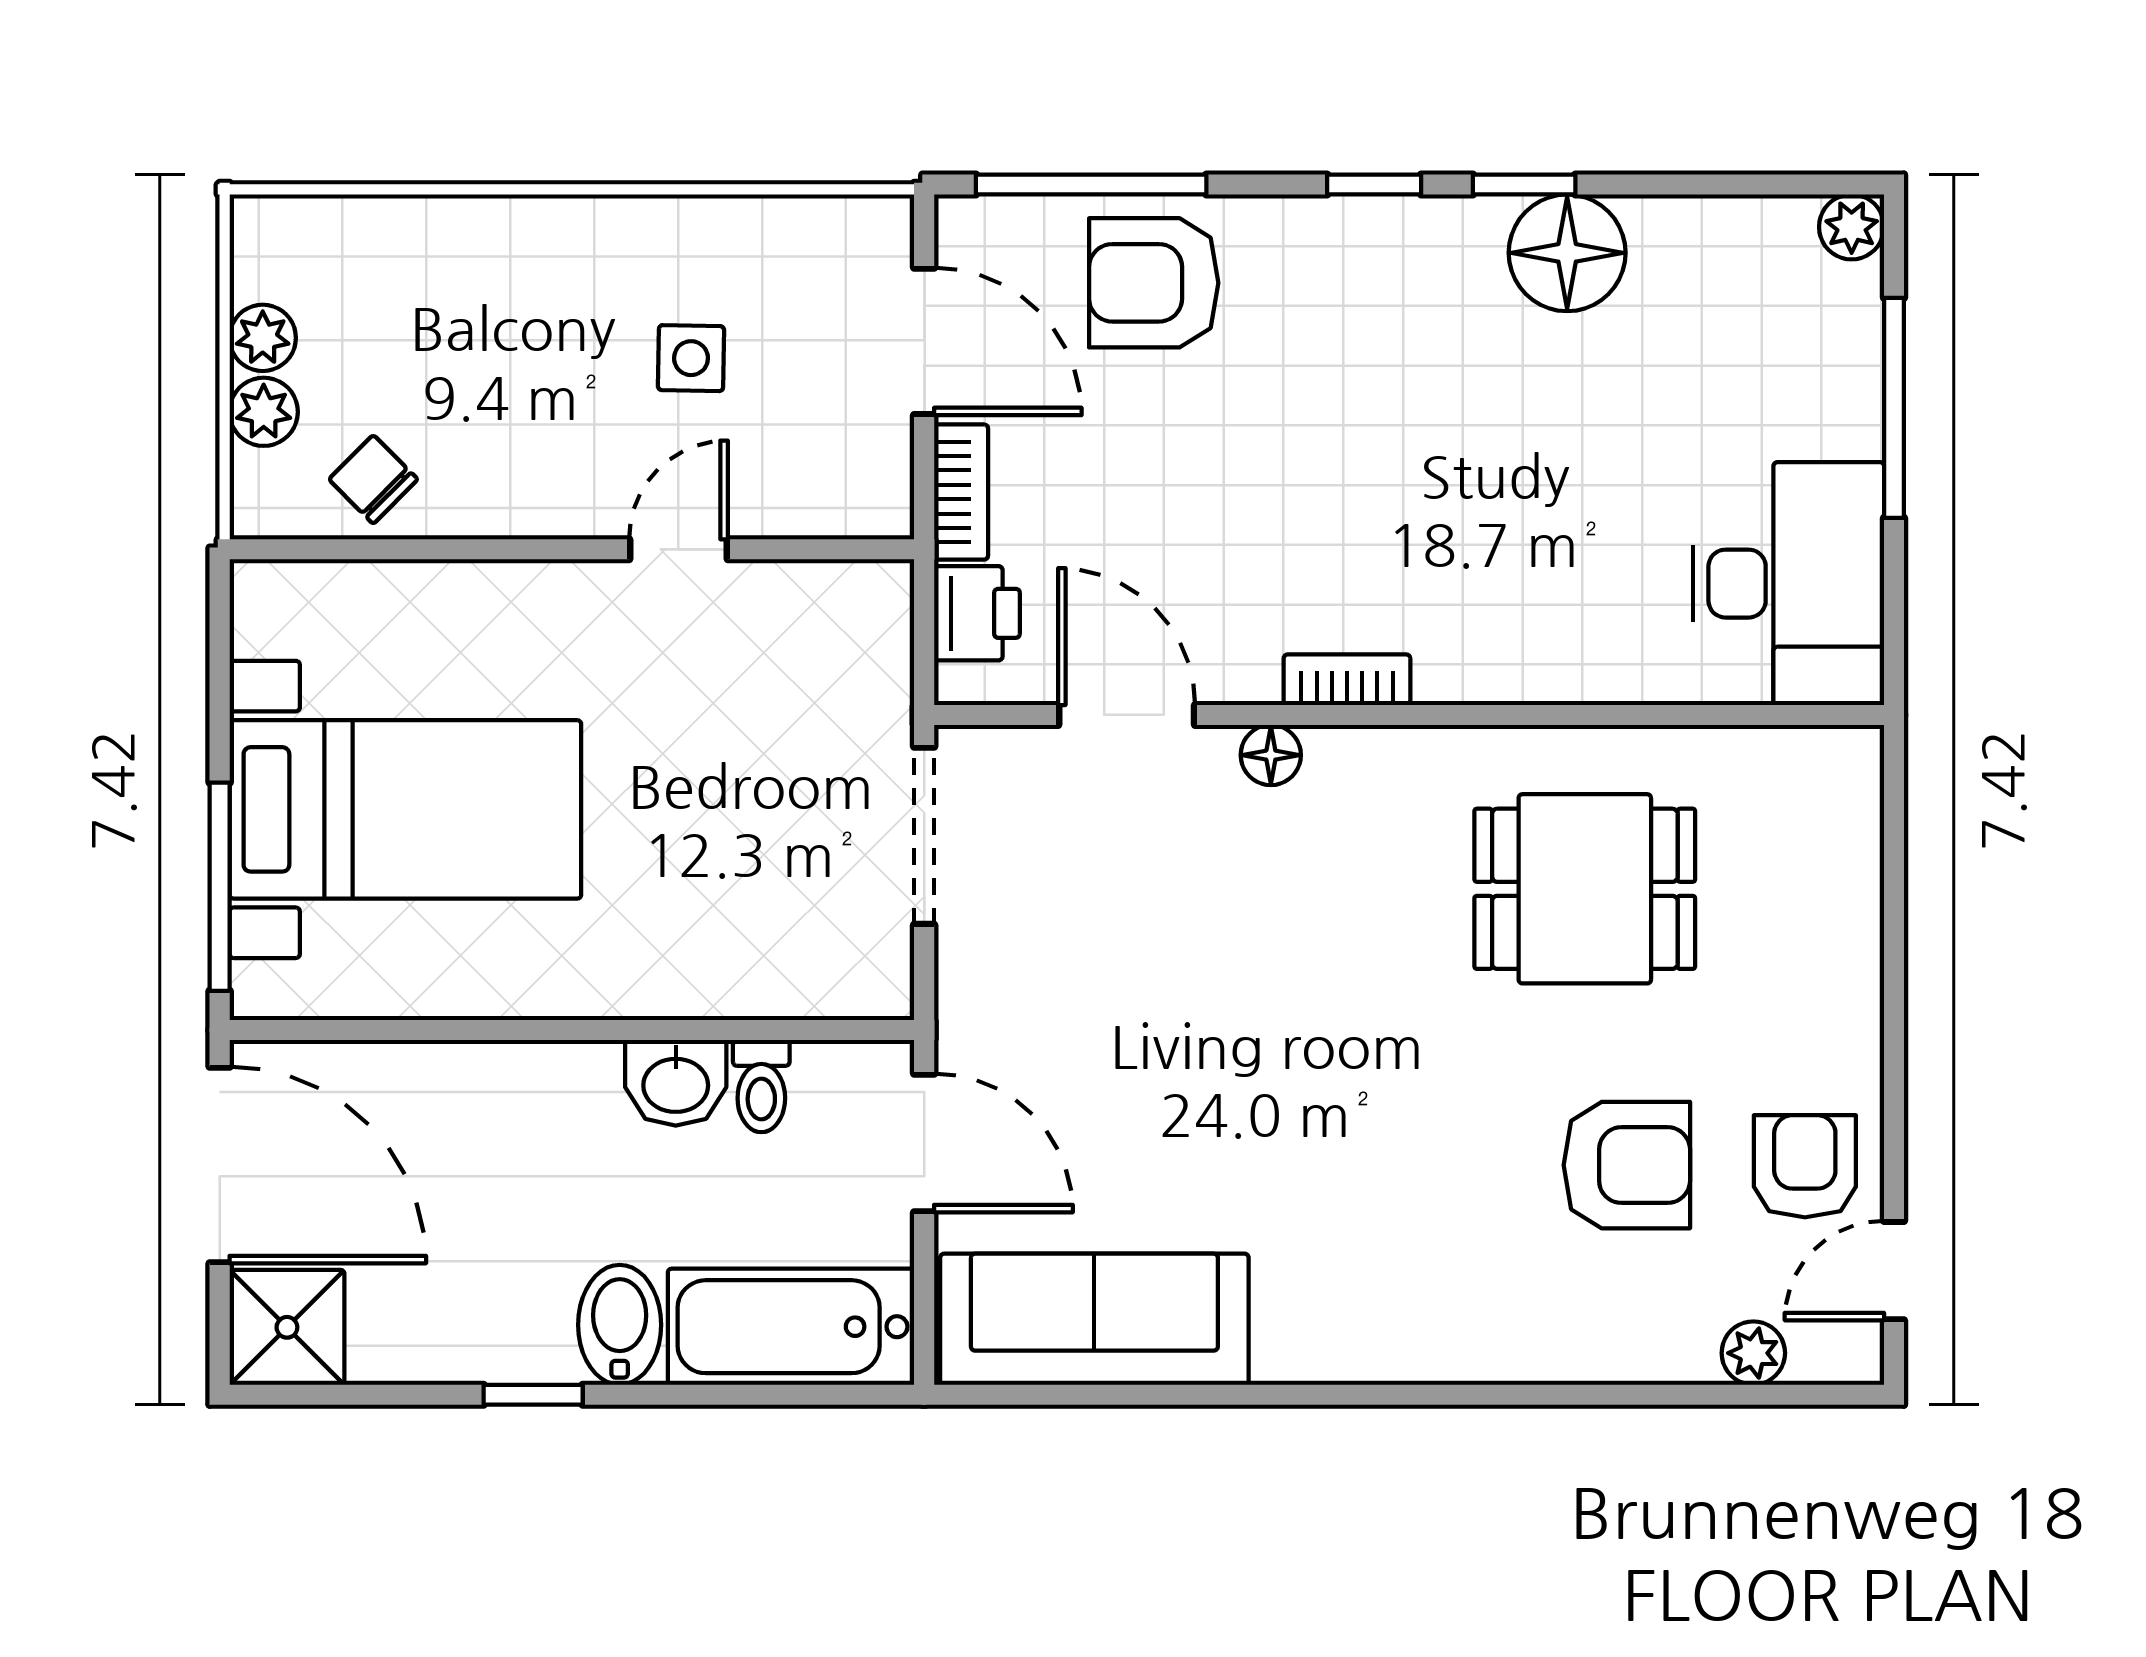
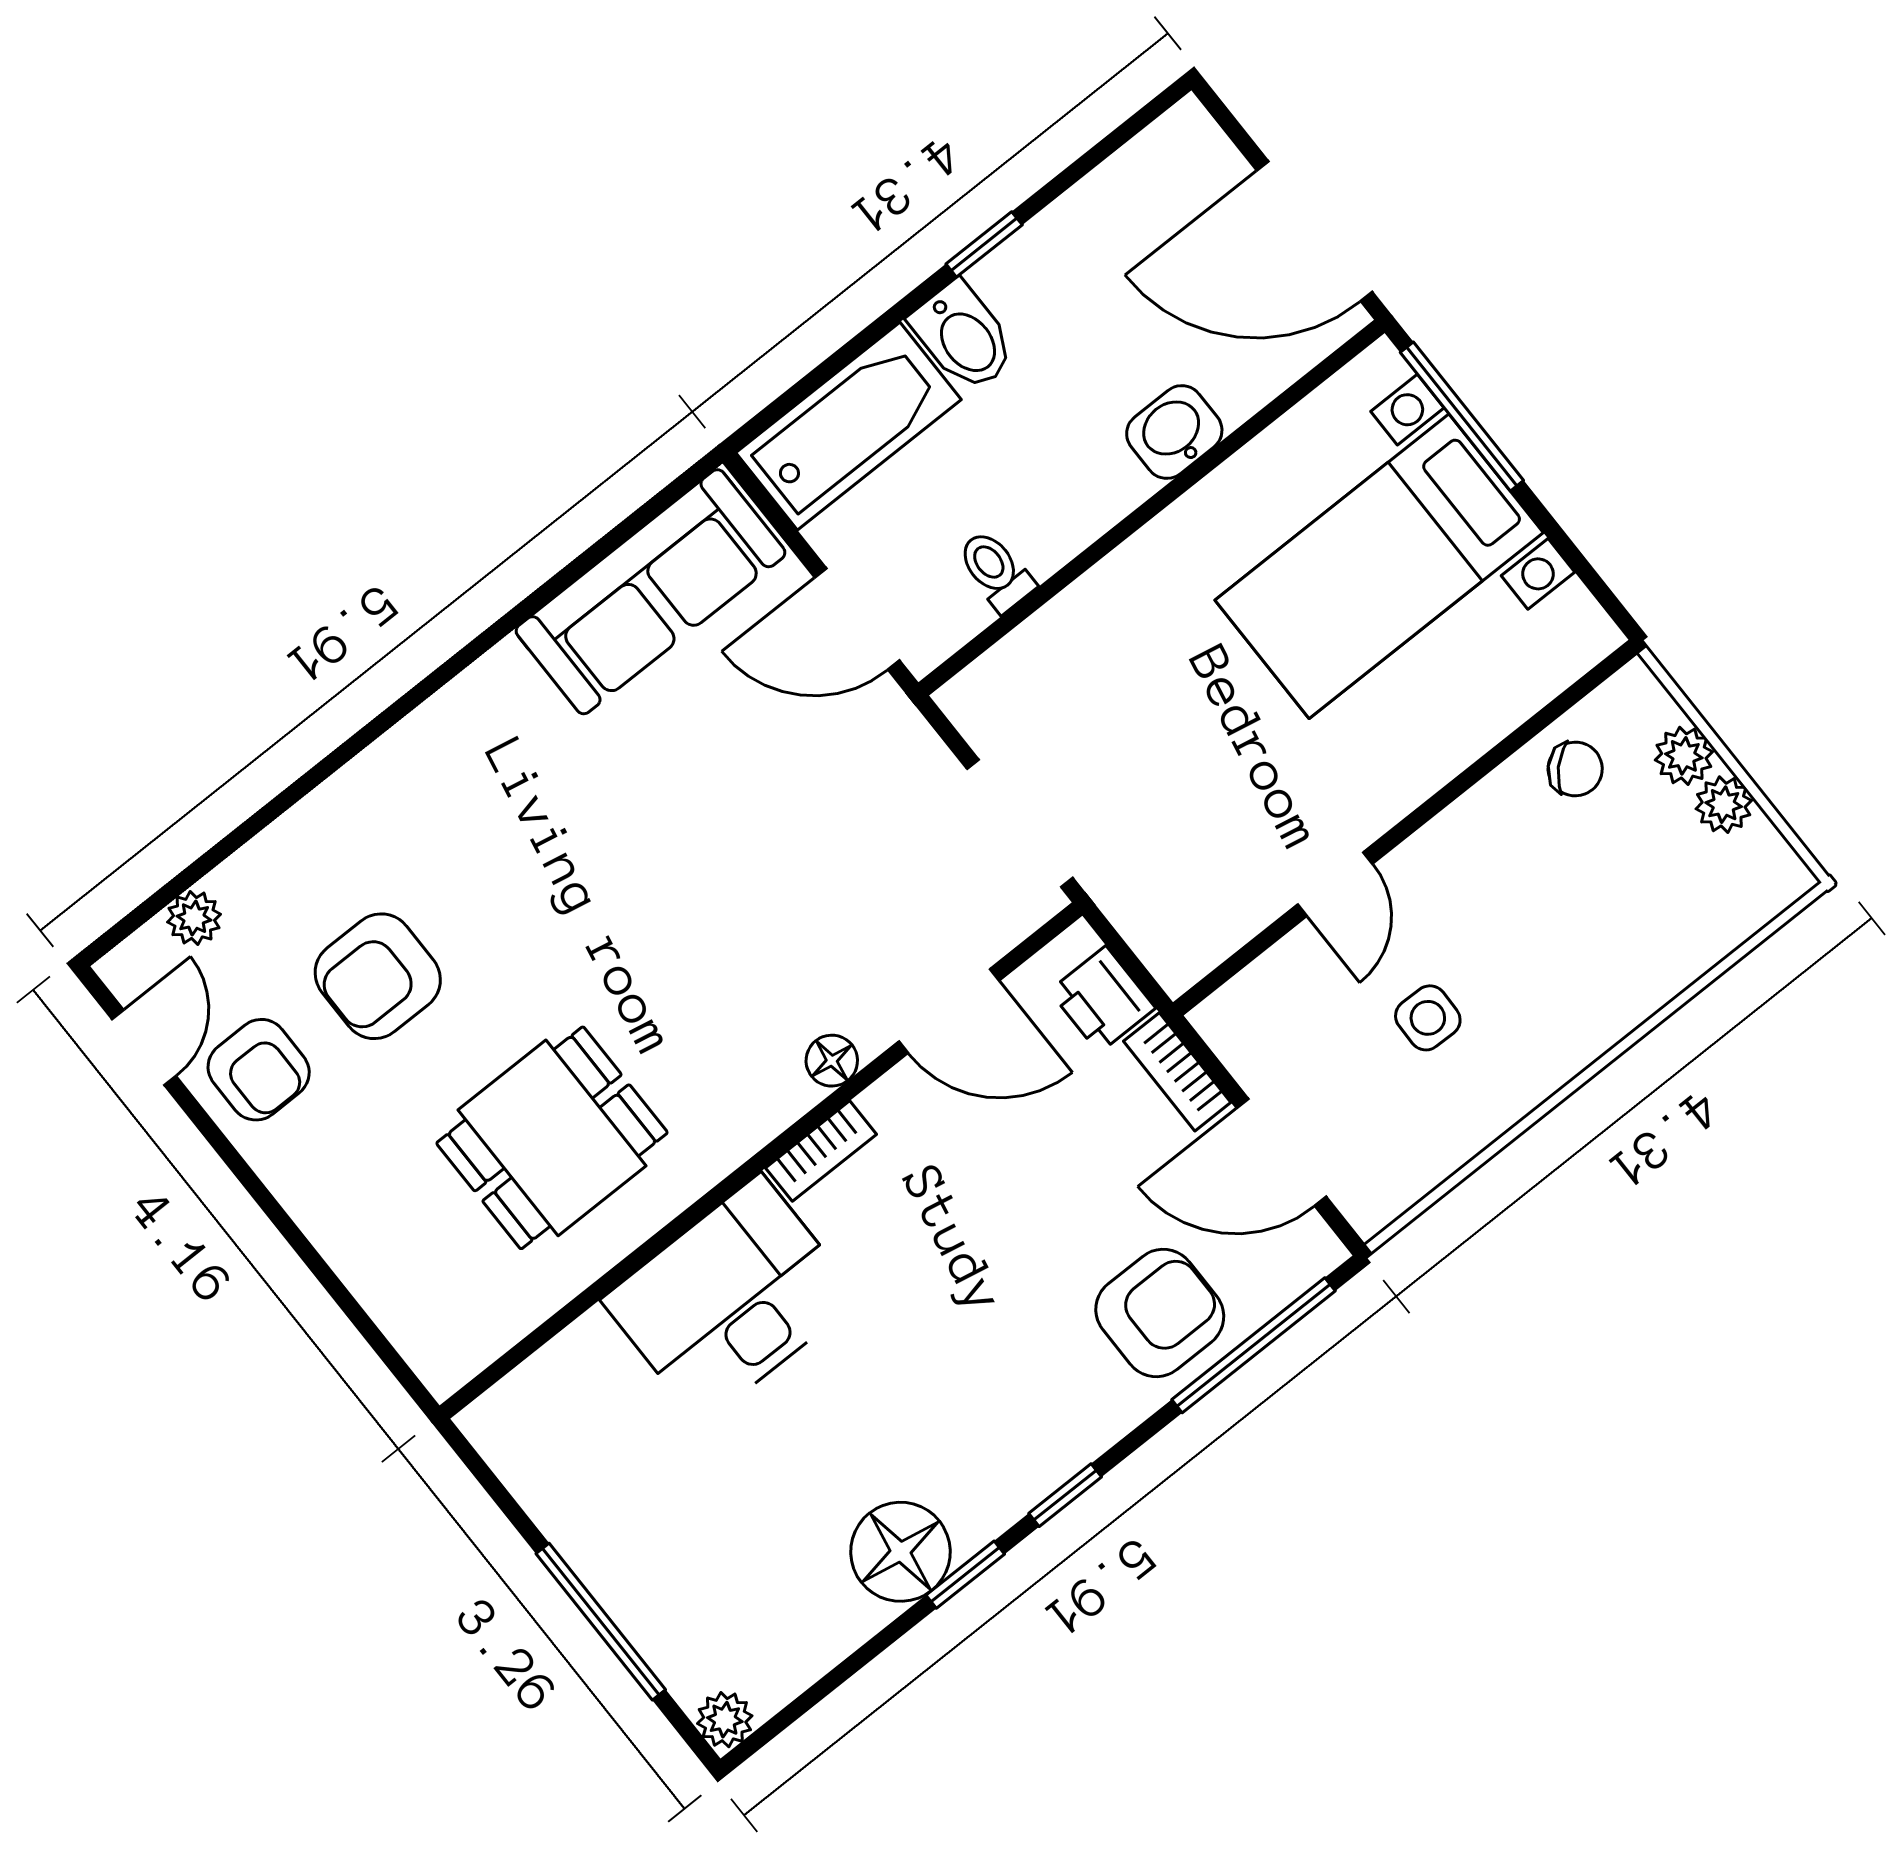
desk: (1789, 584) -> (731, 1299), moved, turned 90
washbasin: (676, 1083) -> (1174, 432), moved
shower: (287, 1327) -> (1184, 159), removed

